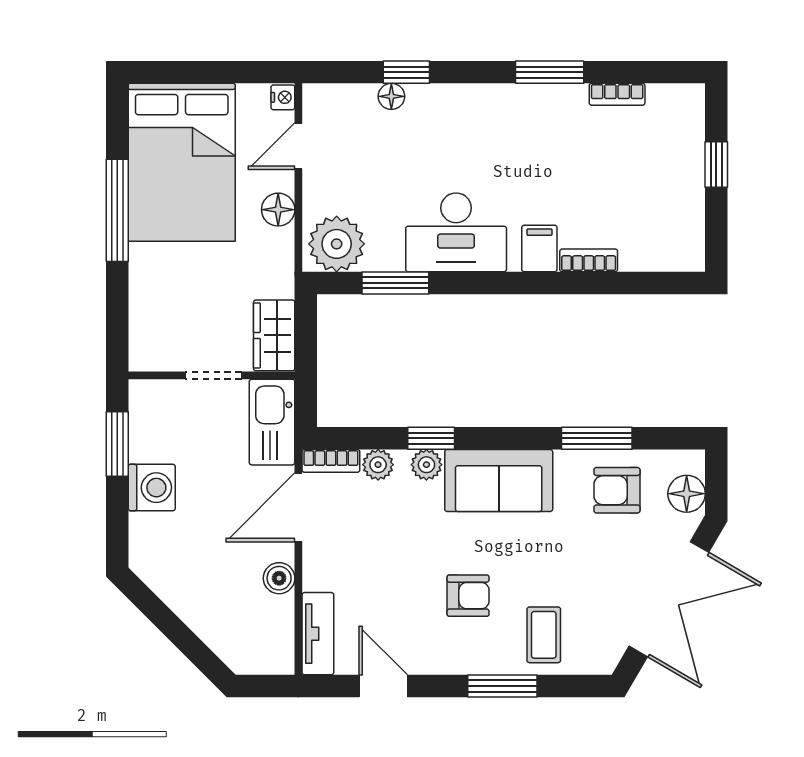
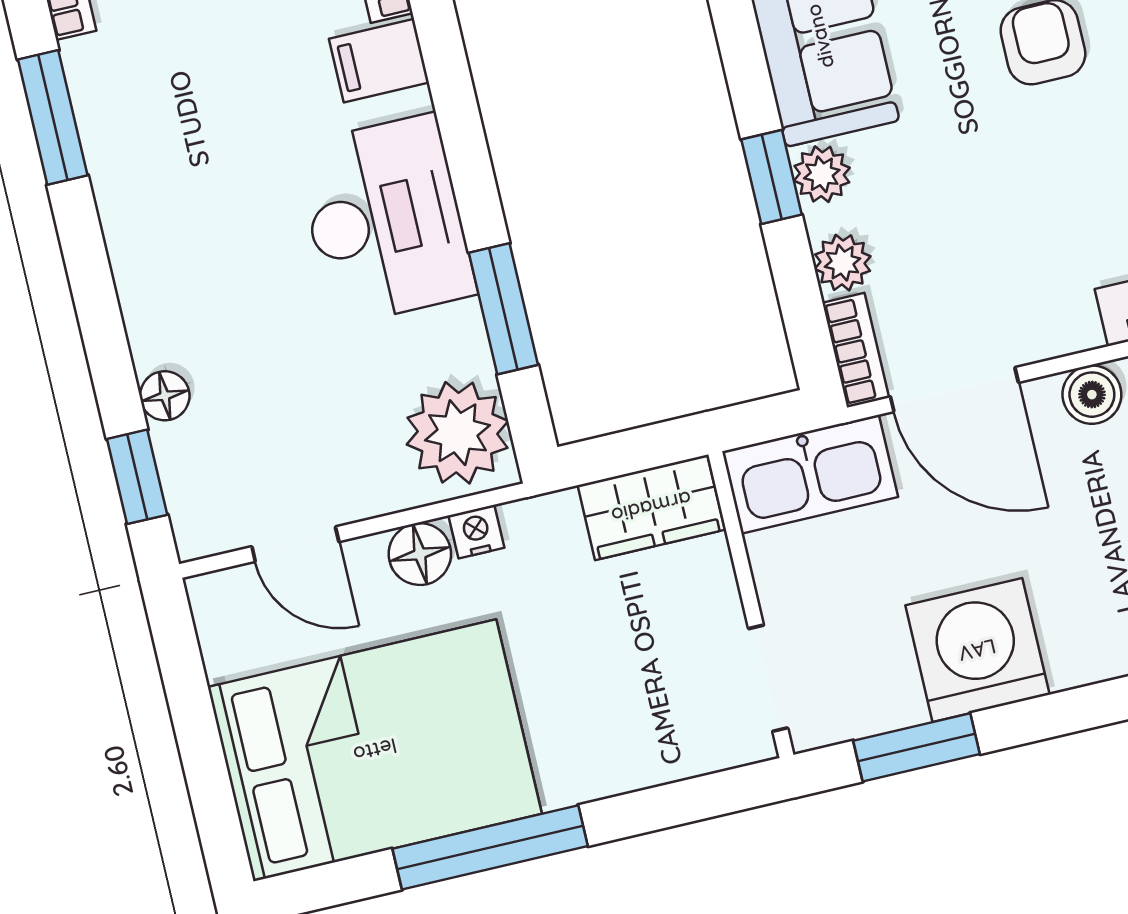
window: (406, 72) -> (137, 477), moved
nightstand: (283, 97) -> (476, 532), moved
doorway: (213, 375) -> (768, 678), moved
washing machine: (152, 488) -> (977, 650), width x1.37, depth x1.37

